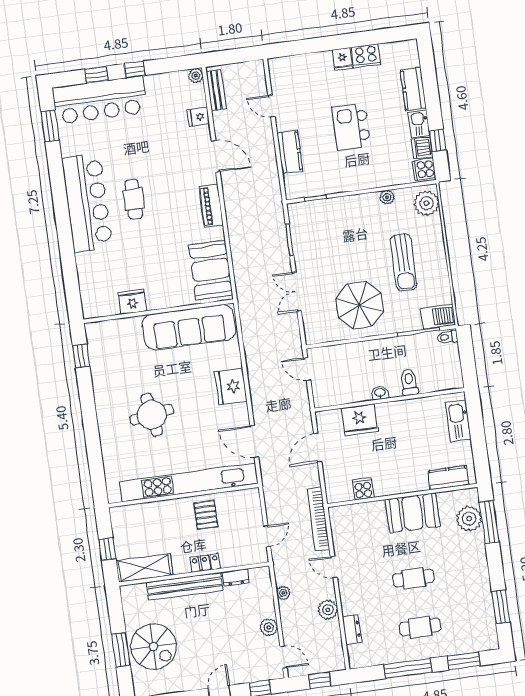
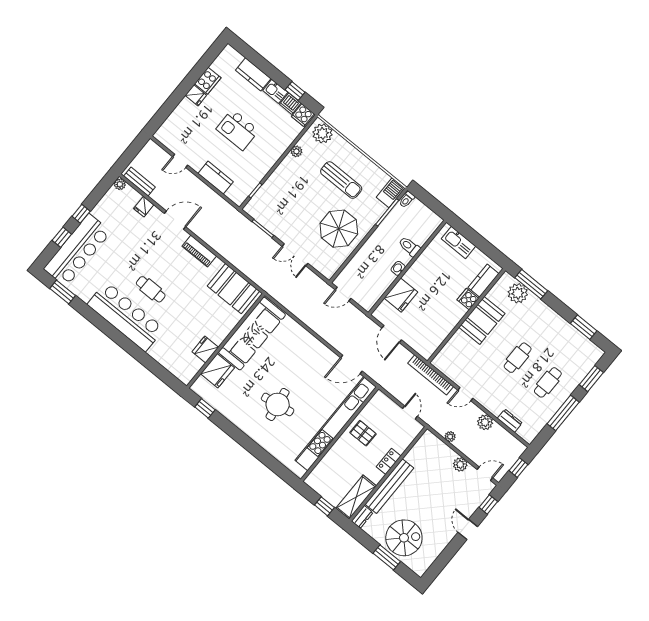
fridge: (231, 386) -> (217, 371), moved, turned -90
cooker: (363, 489) -> (468, 299), moved
dresser: (236, 577) -> (362, 517), moved

